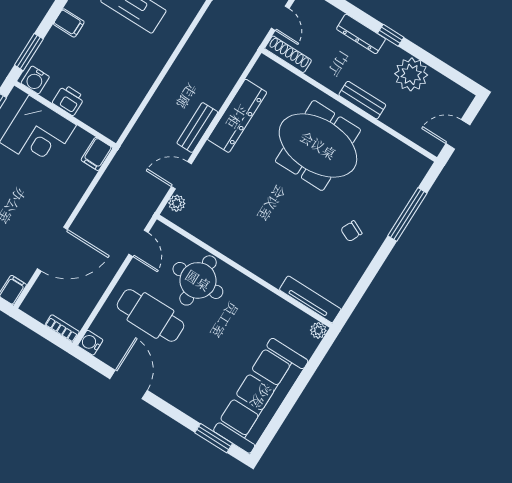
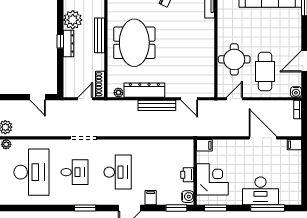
dresser: (361, 34) -> (68, 43), moved
bench: (362, 100) -> (99, 35), width x1.36
bench: (197, 128) -> (157, 105), width x1.36
plant: (177, 203) -> (118, 93), moved

